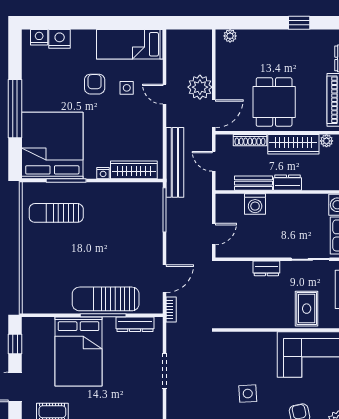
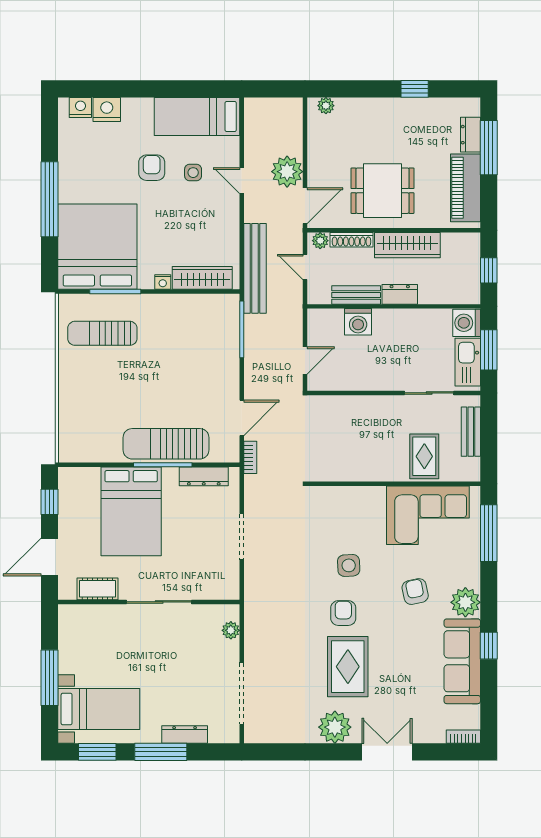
dining table: (274, 102) -> (382, 191), turned 90
plant: (327, 141) -> (320, 241), moved
dresser: (266, 268) -> (373, 405), removed

